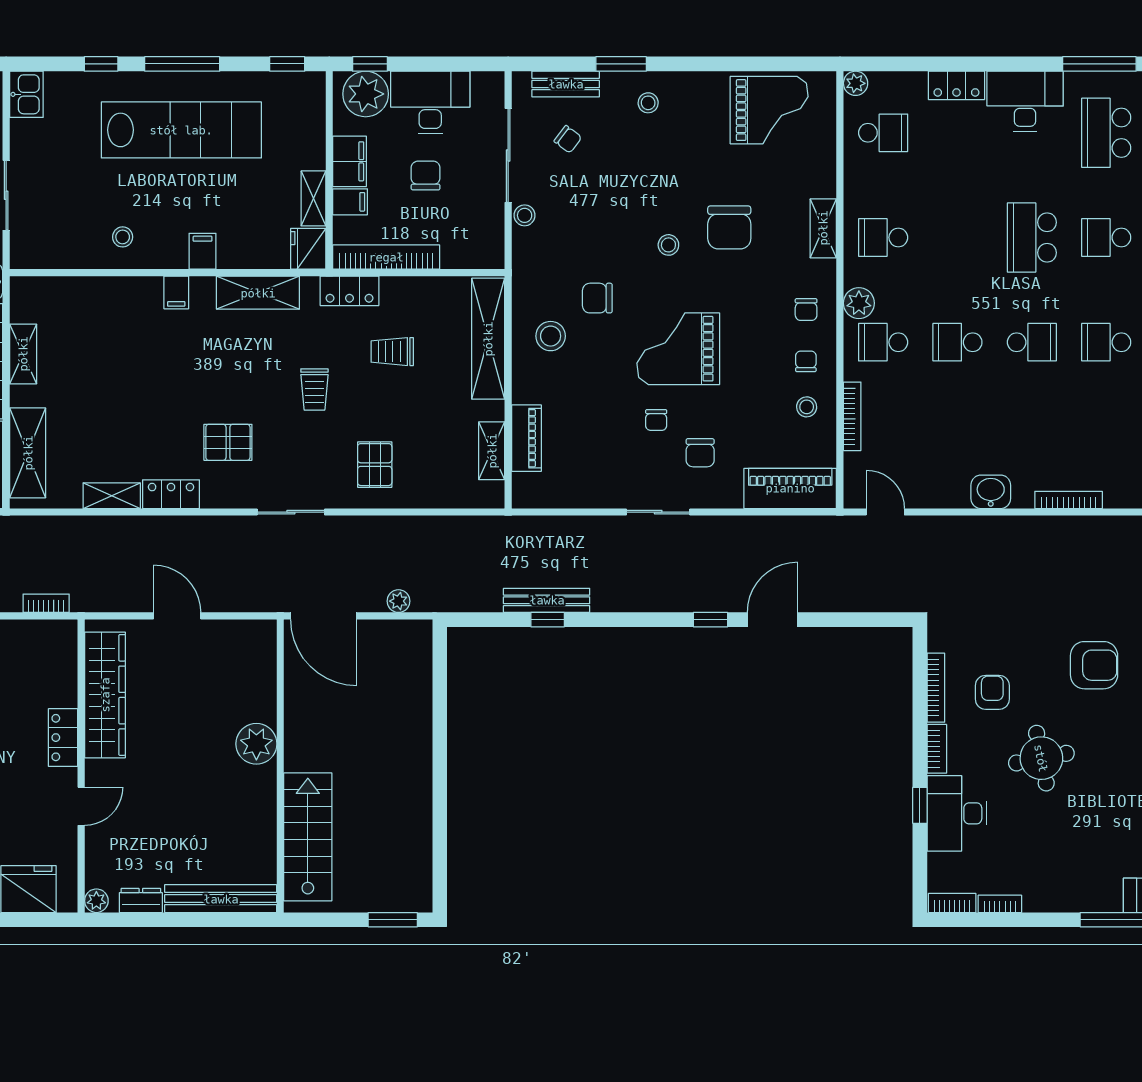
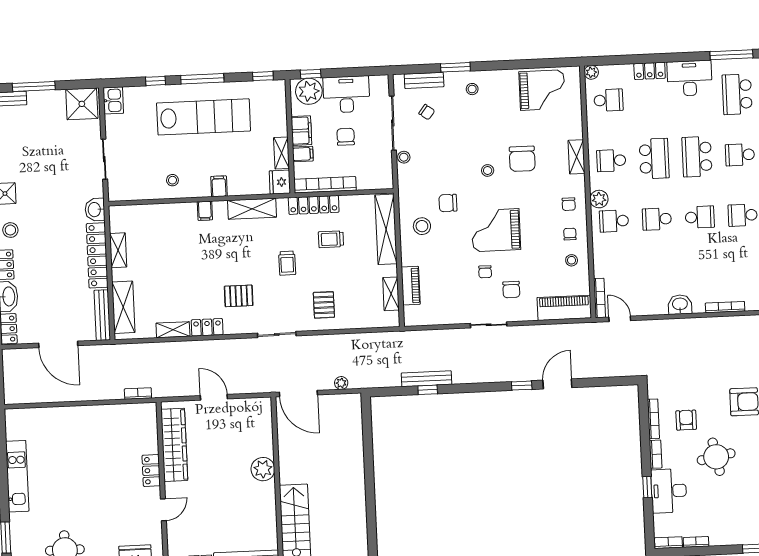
school desk: (957, 237) -> (654, 159), added
locker: (349, 291) -> (314, 205), width x1.53
bookcase: (852, 416) -> (600, 298), moved

